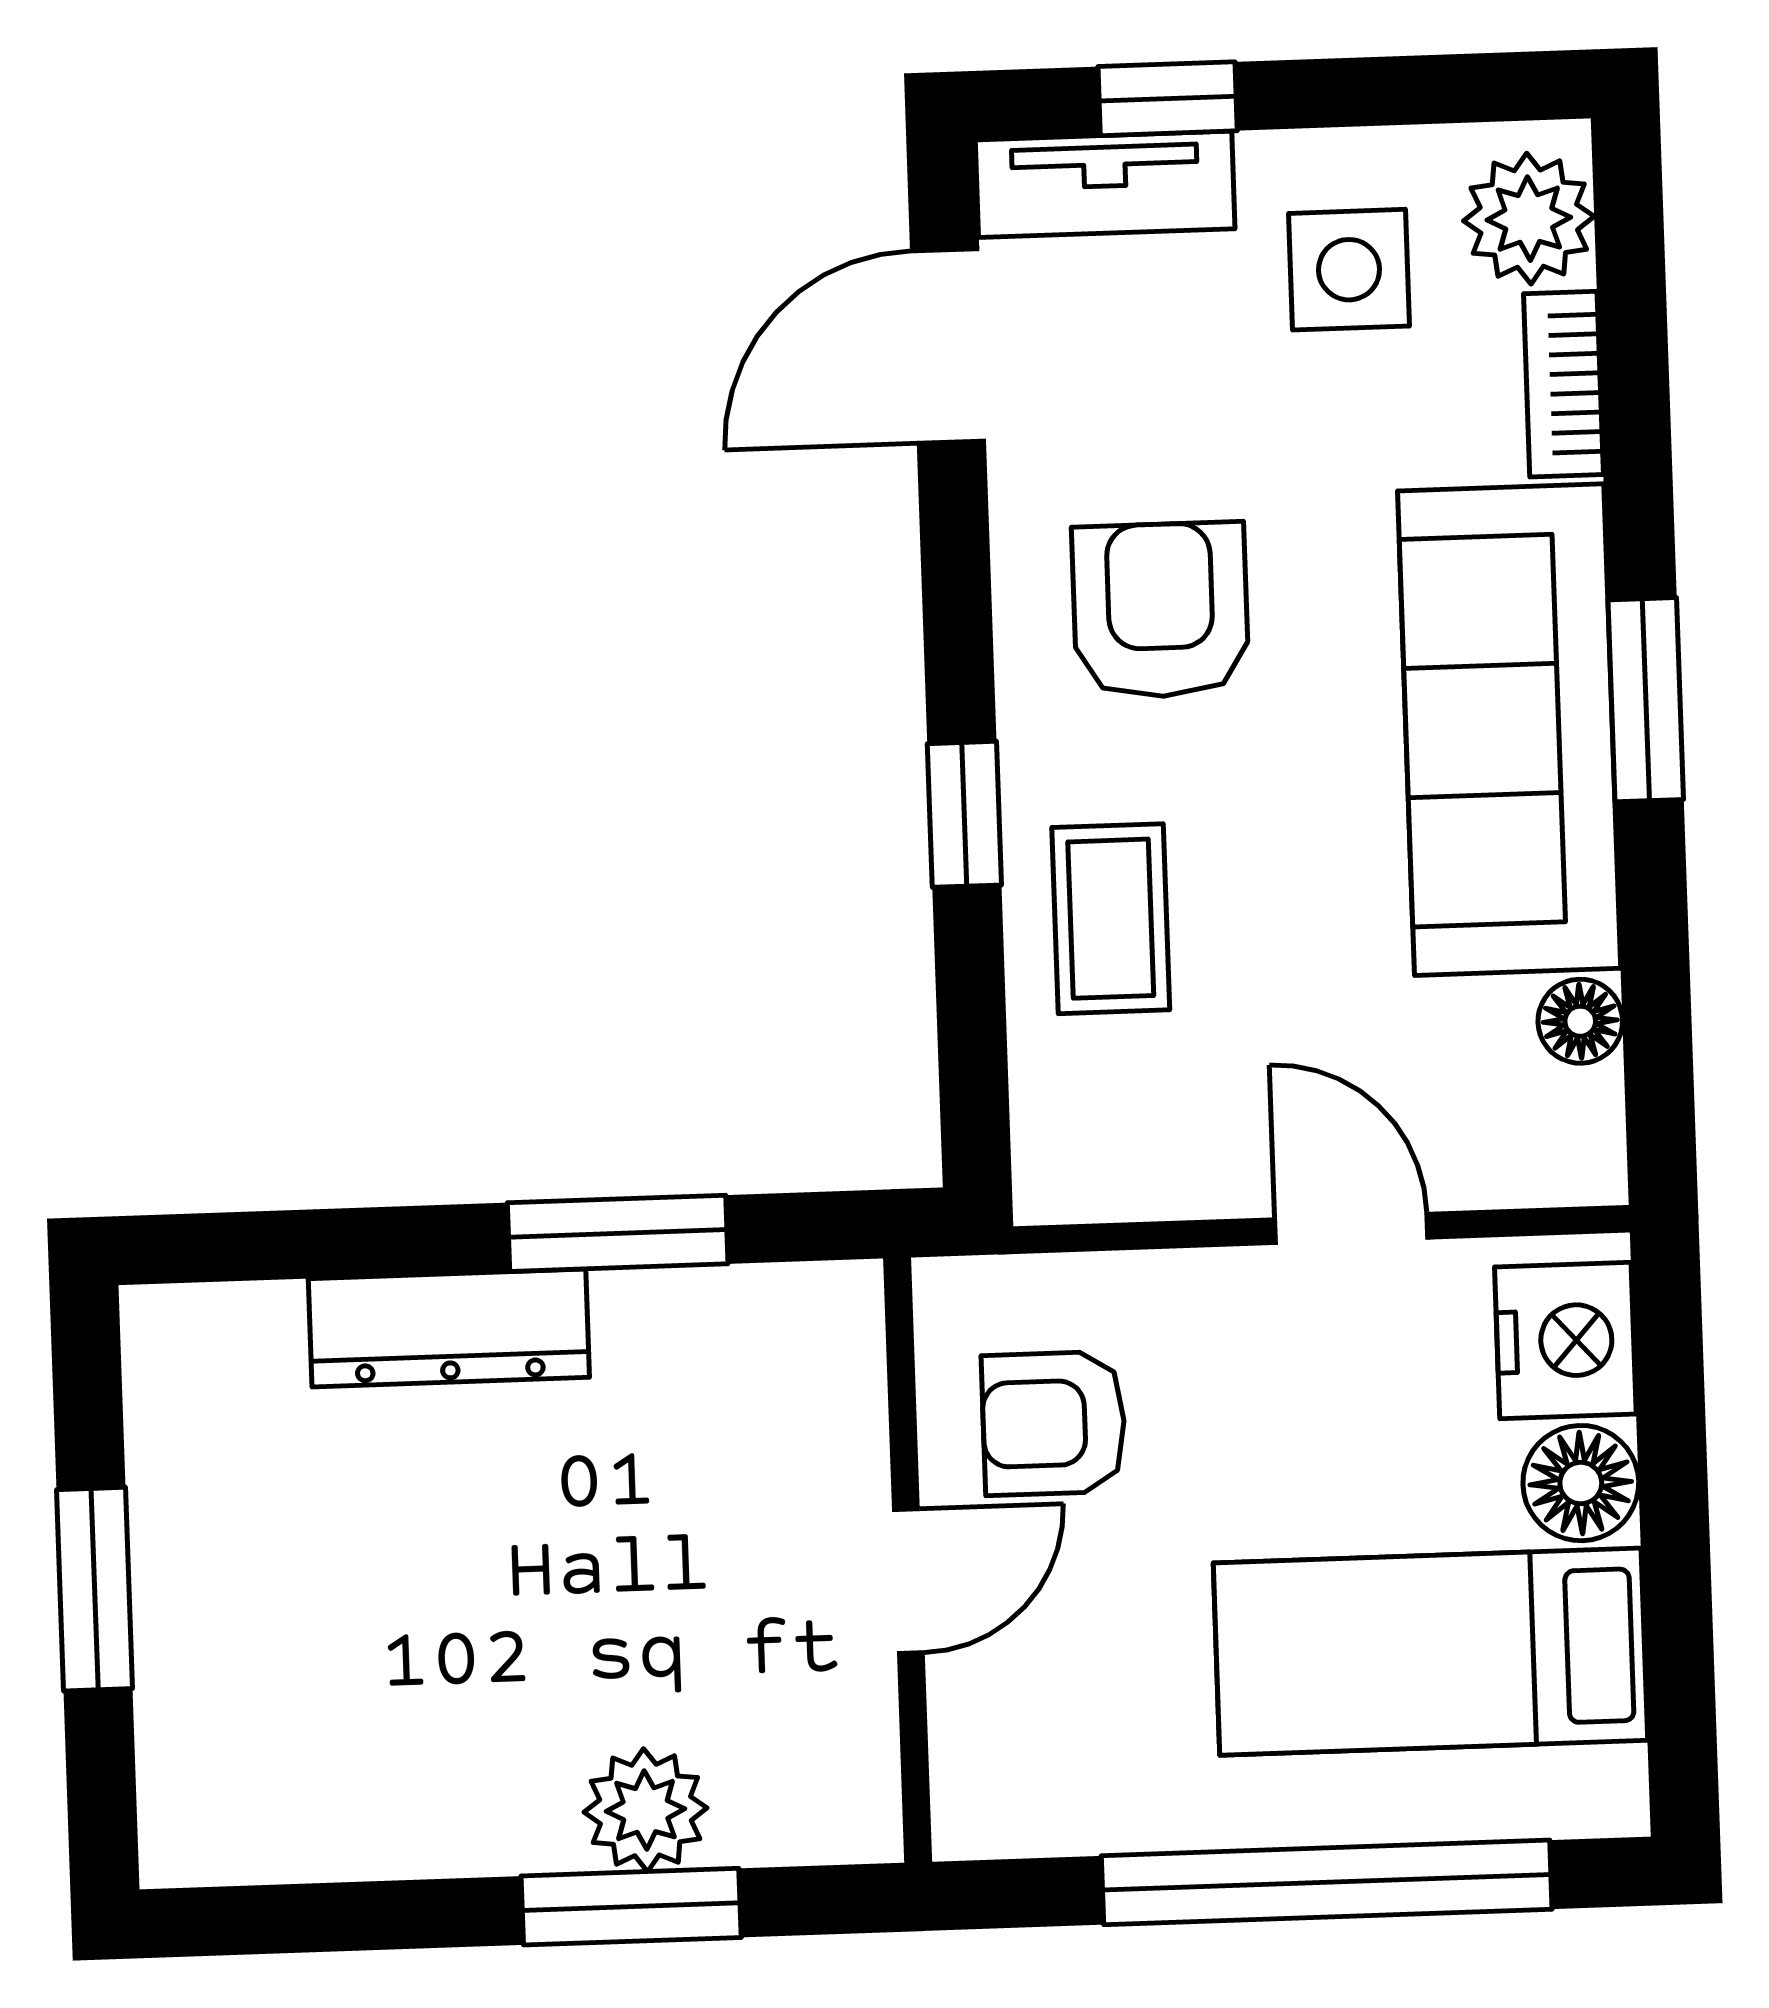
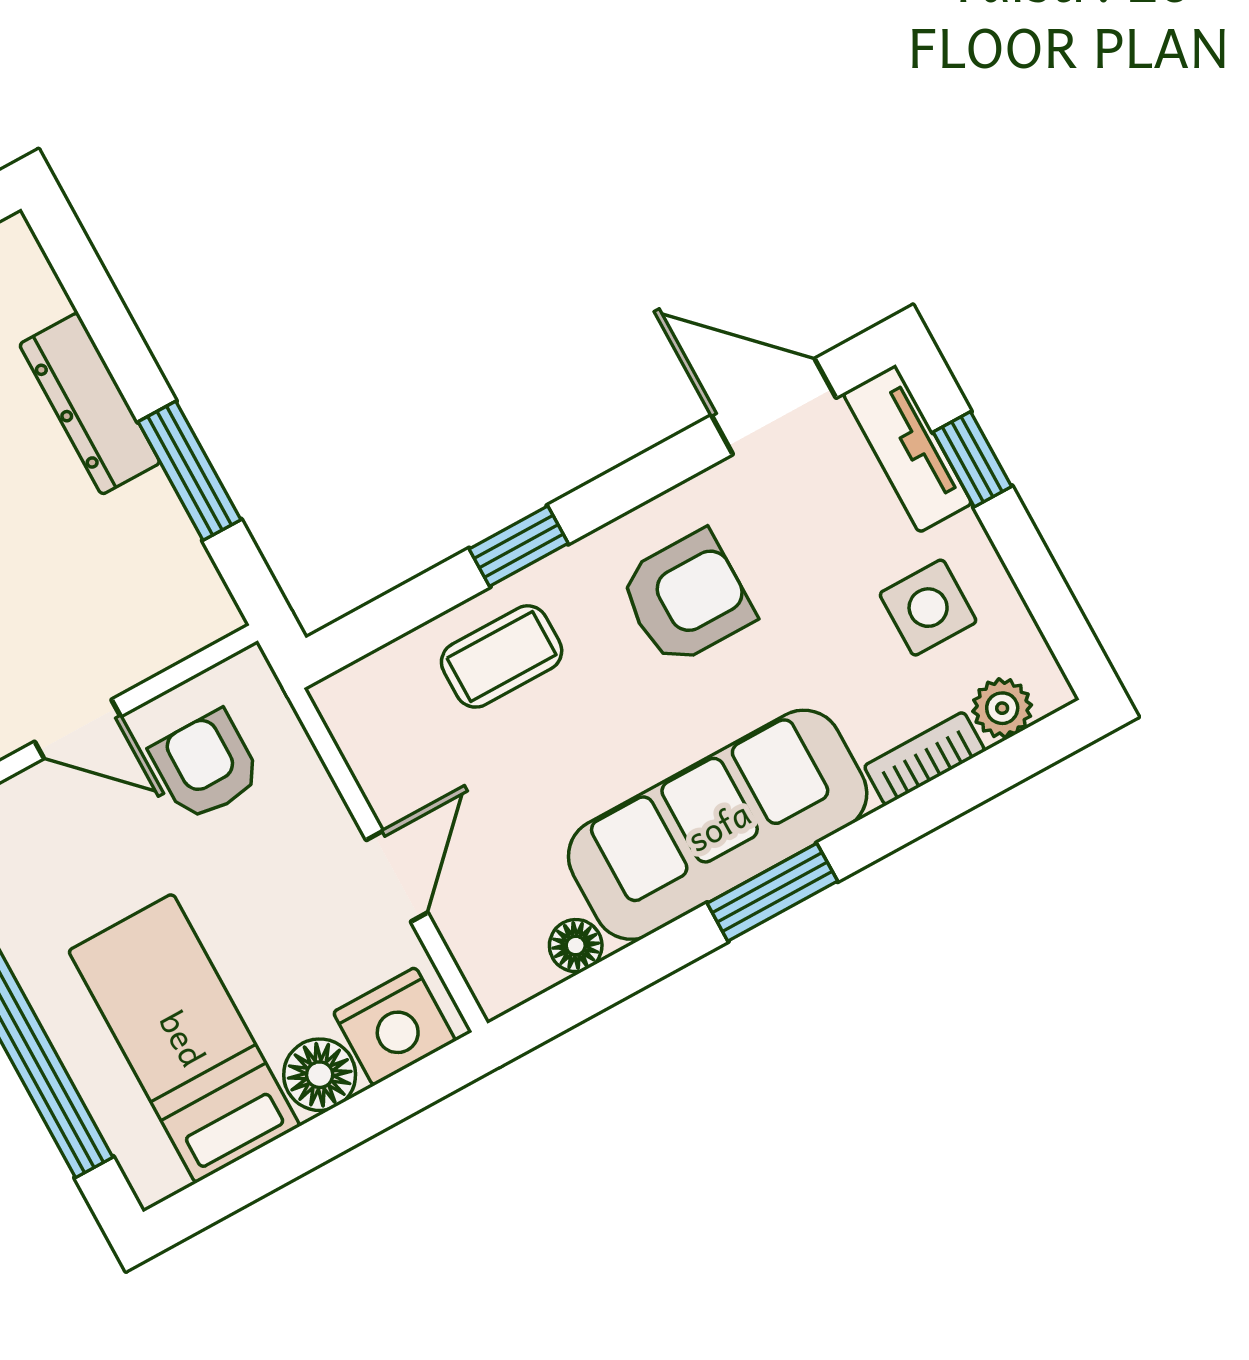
plant: (1529, 219) -> (1002, 708), width x0.73, depth x0.73

